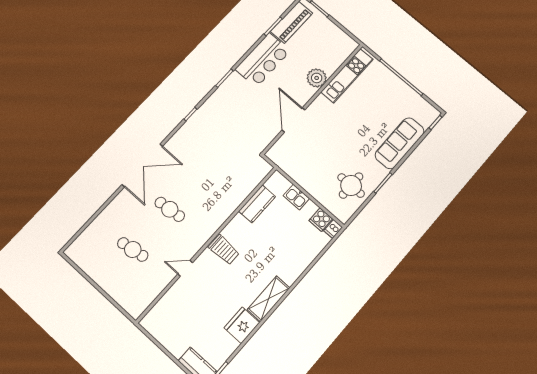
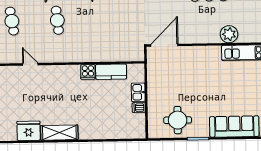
door: (293, 120) -> (164, 45), moved
cooker: (321, 220) -> (88, 72), moved, turned -90
dishwasher: (333, 229) -> (139, 108), moved
trolley: (224, 250) -> (64, 77), removed

